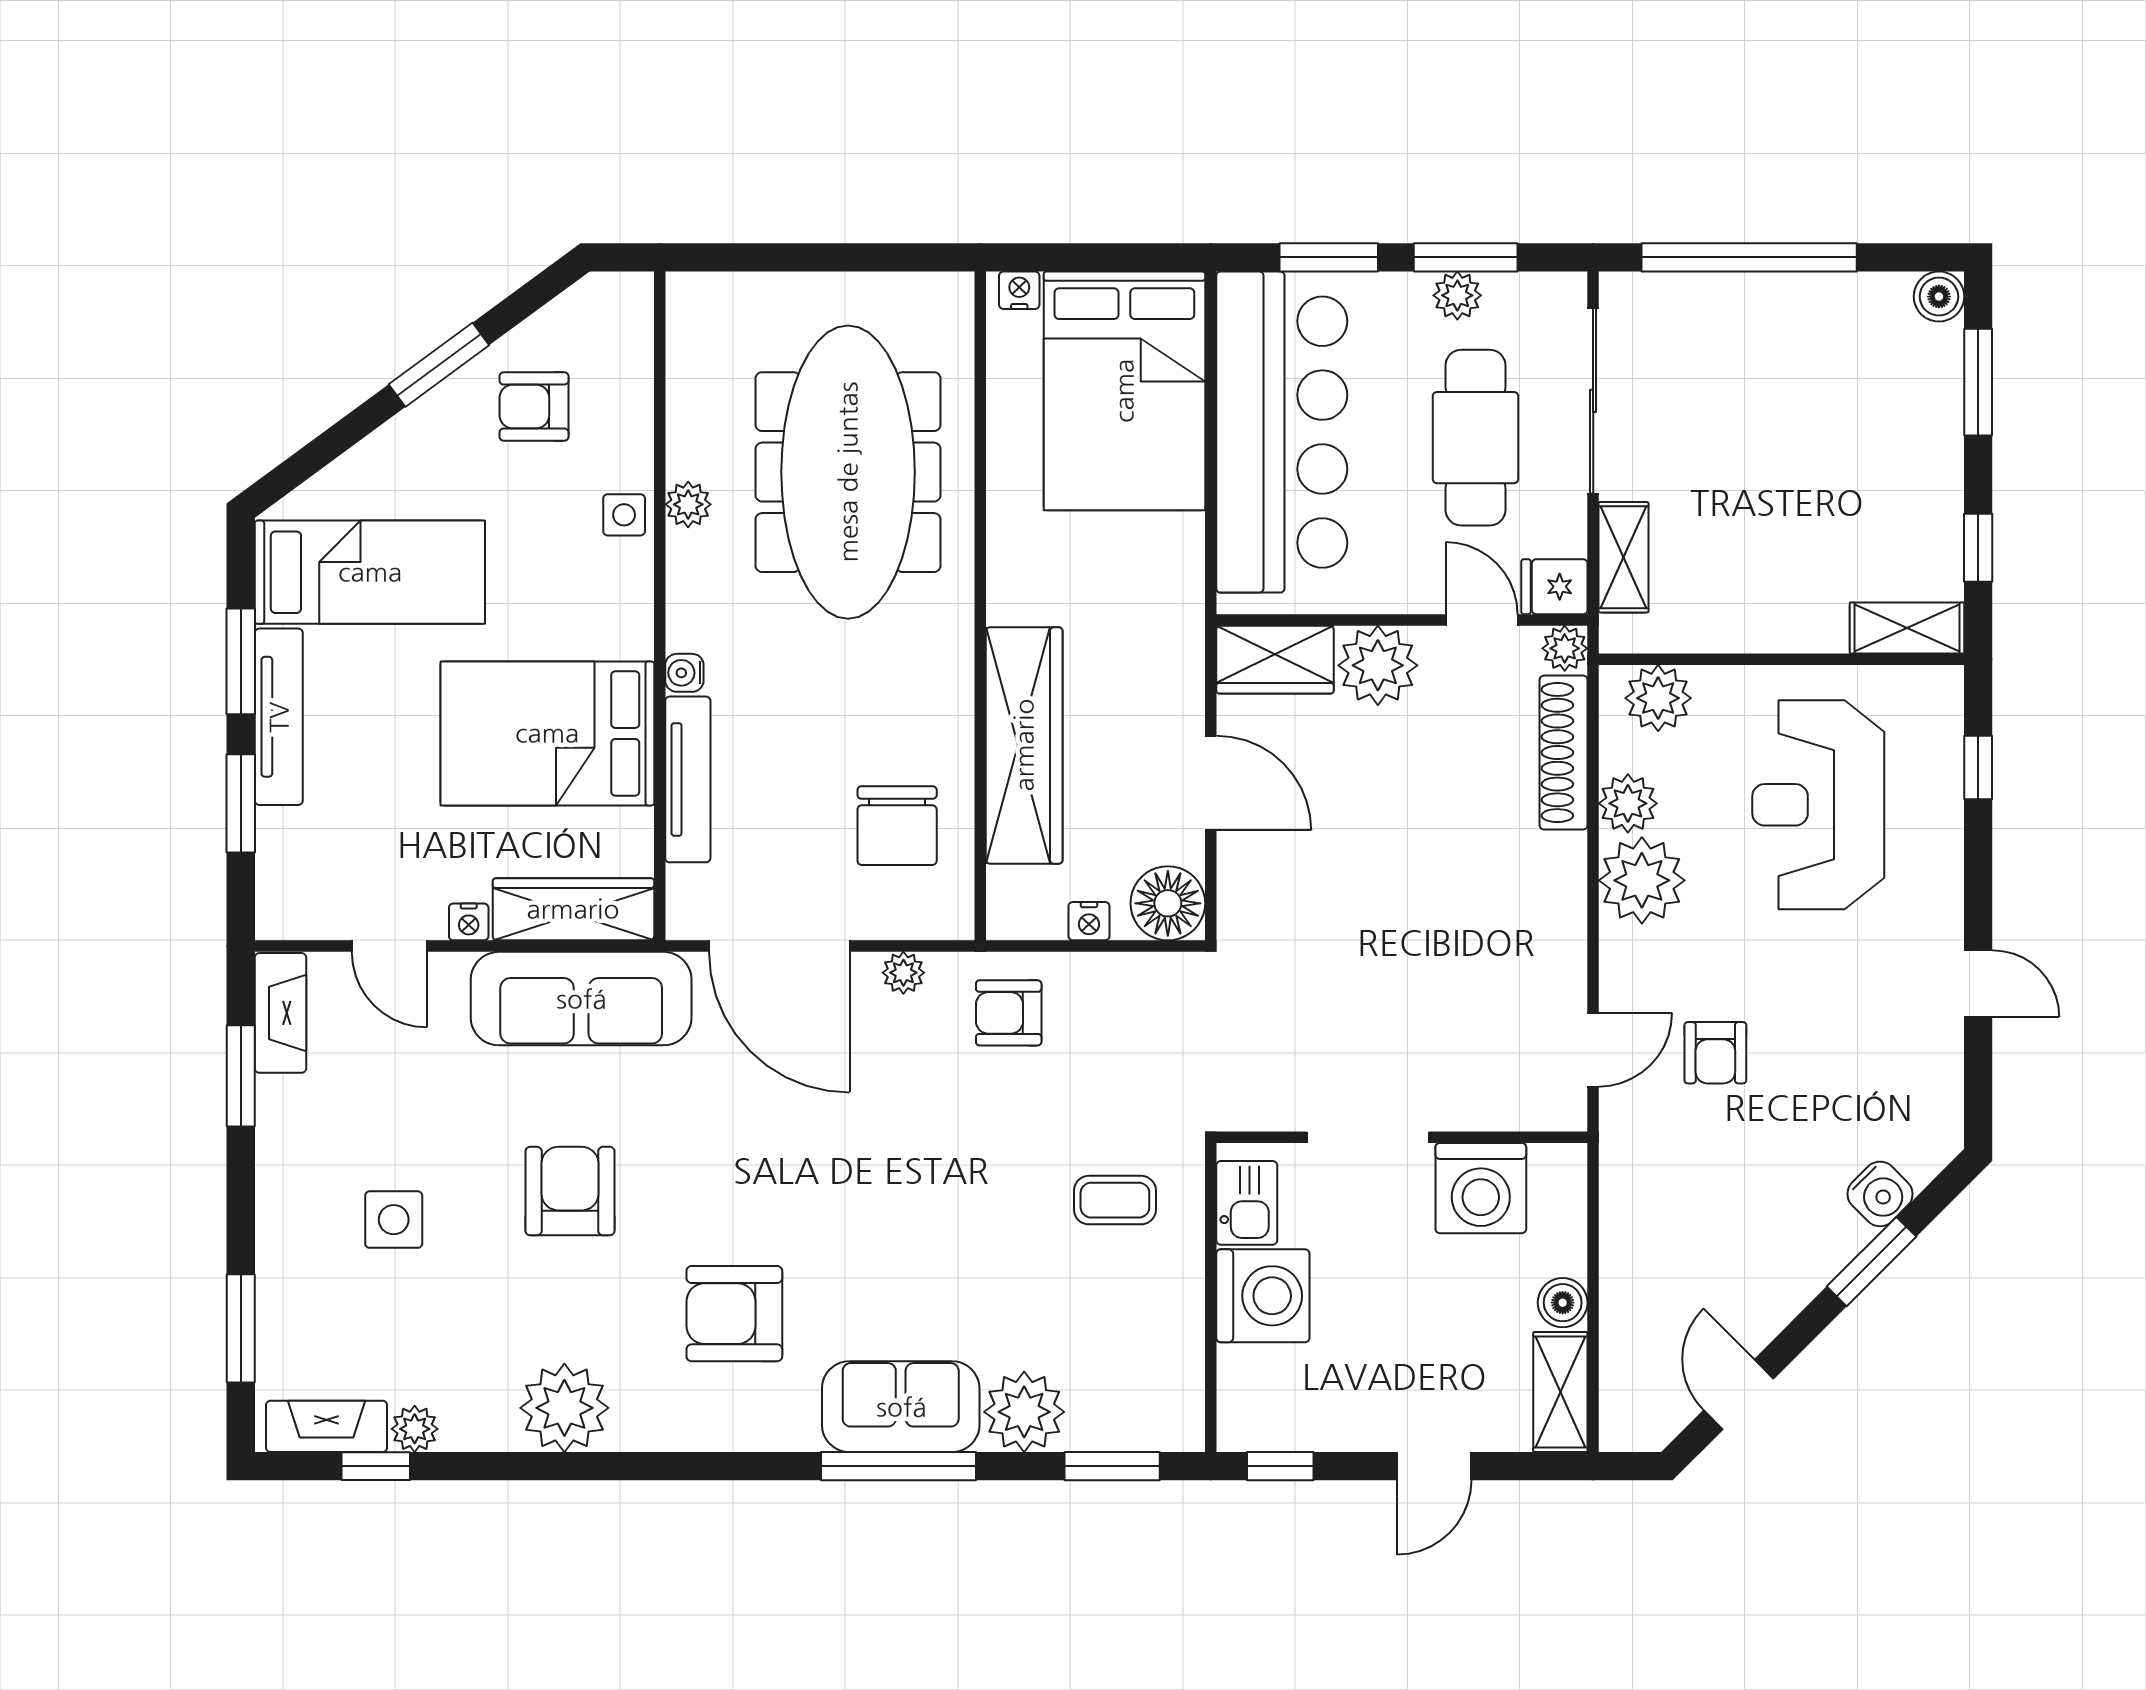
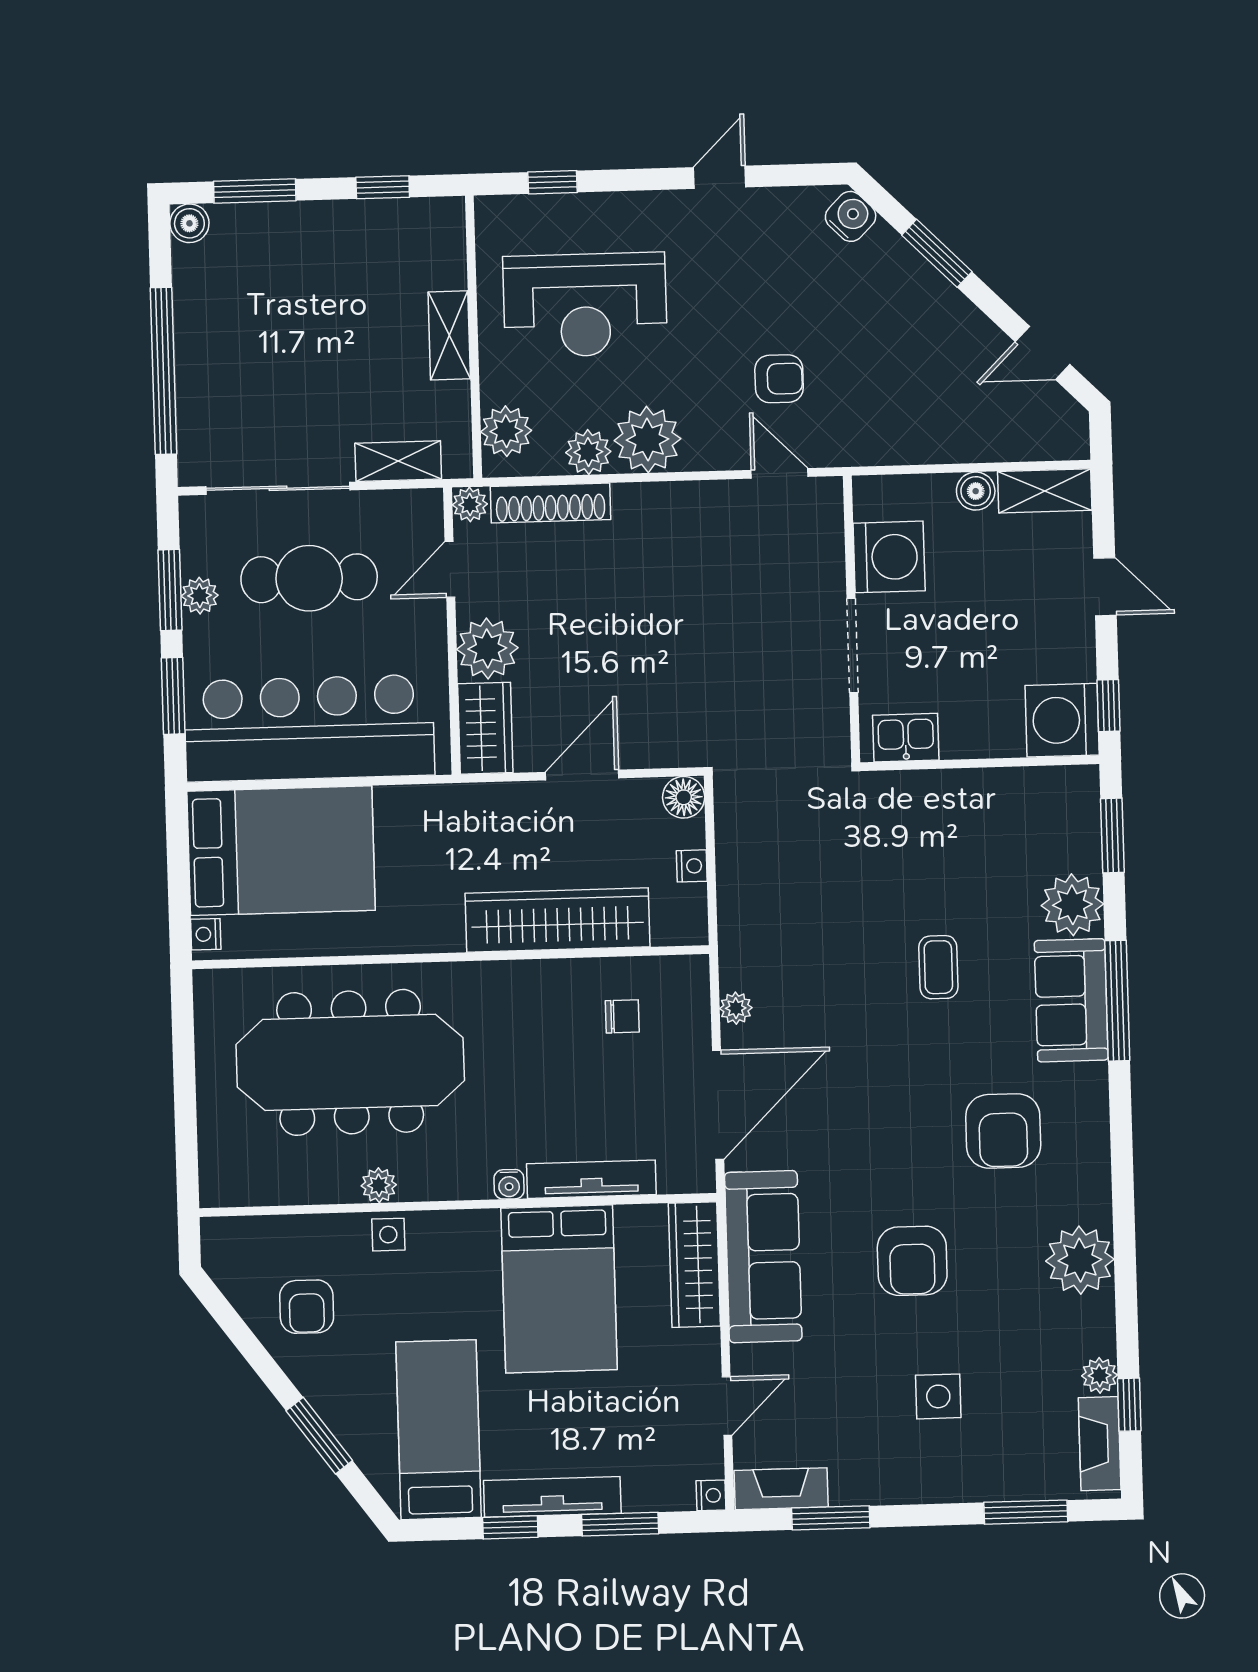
window: (439, 365) -> (319, 1436), moved
fridge: (1554, 587) -> (423, 514), removed
shelving: (1907, 628) -> (449, 335), moved
window: (241, 661) -> (510, 1527), width x0.67
chair: (897, 826) -> (622, 1016), width x0.54, depth x0.54
floor lamp: (1168, 903) -> (684, 797), width x0.73, depth x0.73
nightstand: (469, 922) -> (711, 1495), moved
armchair: (1009, 1013) -> (764, 926), removed
armchair: (570, 1191) -> (912, 1261), turned -90
water cooler: (1880, 1194) -> (851, 216), moved
coffee table: (1115, 1200) -> (938, 967), moved
washing machine: (1263, 1296) -> (1062, 720), moved, turned -90

